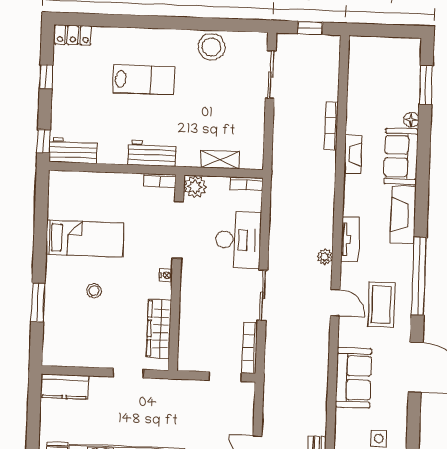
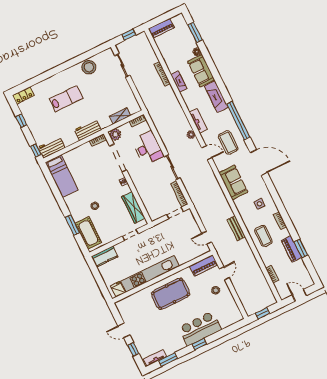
piano: (372, 47) -> (161, 28), added
bed: (85, 238) -> (62, 176), moved, turned 90
cot: (58, 331) -> (88, 233), added

